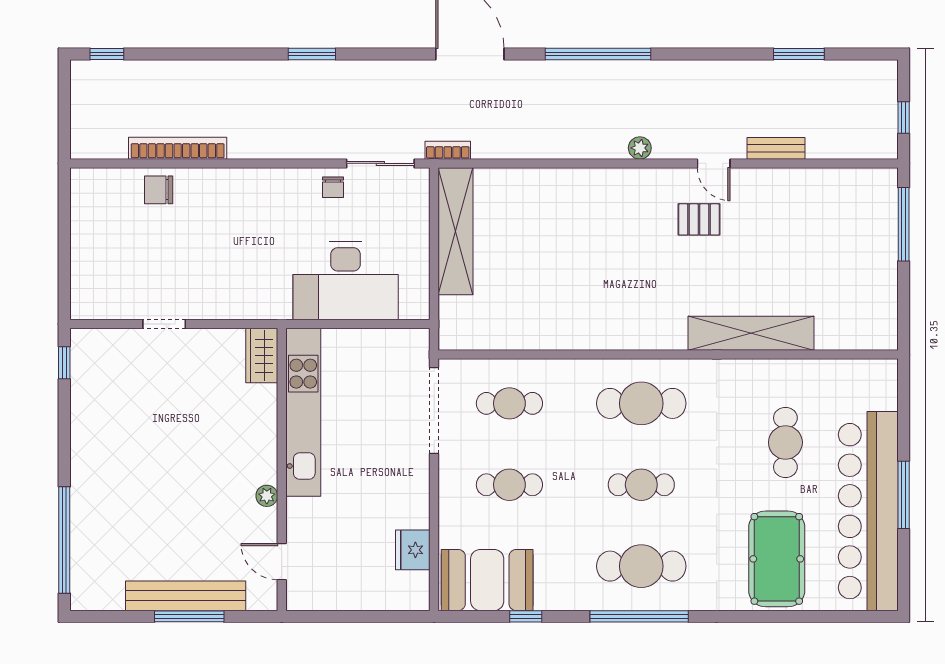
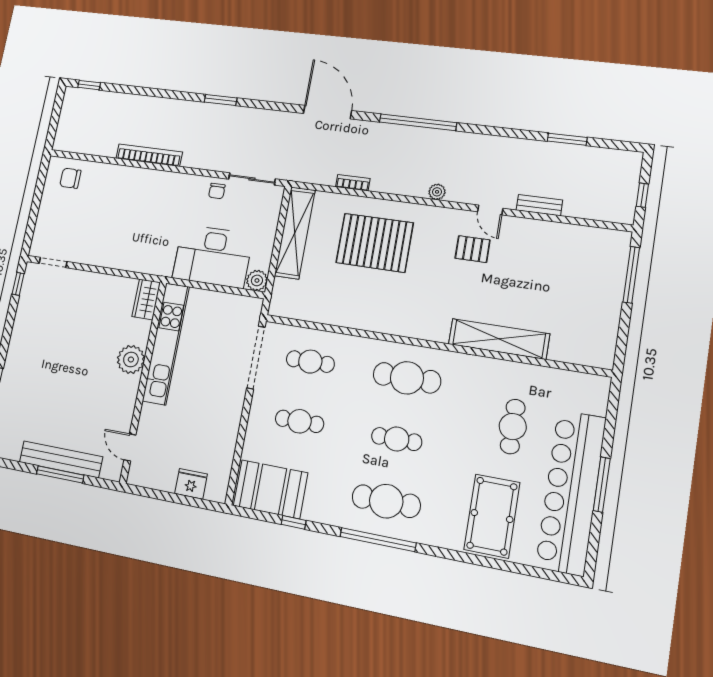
bookcase: (178, 148) -> (149, 155), moved
bookcase: (448, 150) -> (353, 183), moved
chair: (159, 190) -> (70, 178), moved
pallet: (568, 230) -> (375, 243), added
plant: (415, 305) -> (257, 280), added
doorway: (164, 324) -> (53, 263), moved
plant: (267, 496) -> (131, 359), moved, width x1.87, depth x1.87
fridge: (413, 550) -> (191, 484), moved, turned 90

